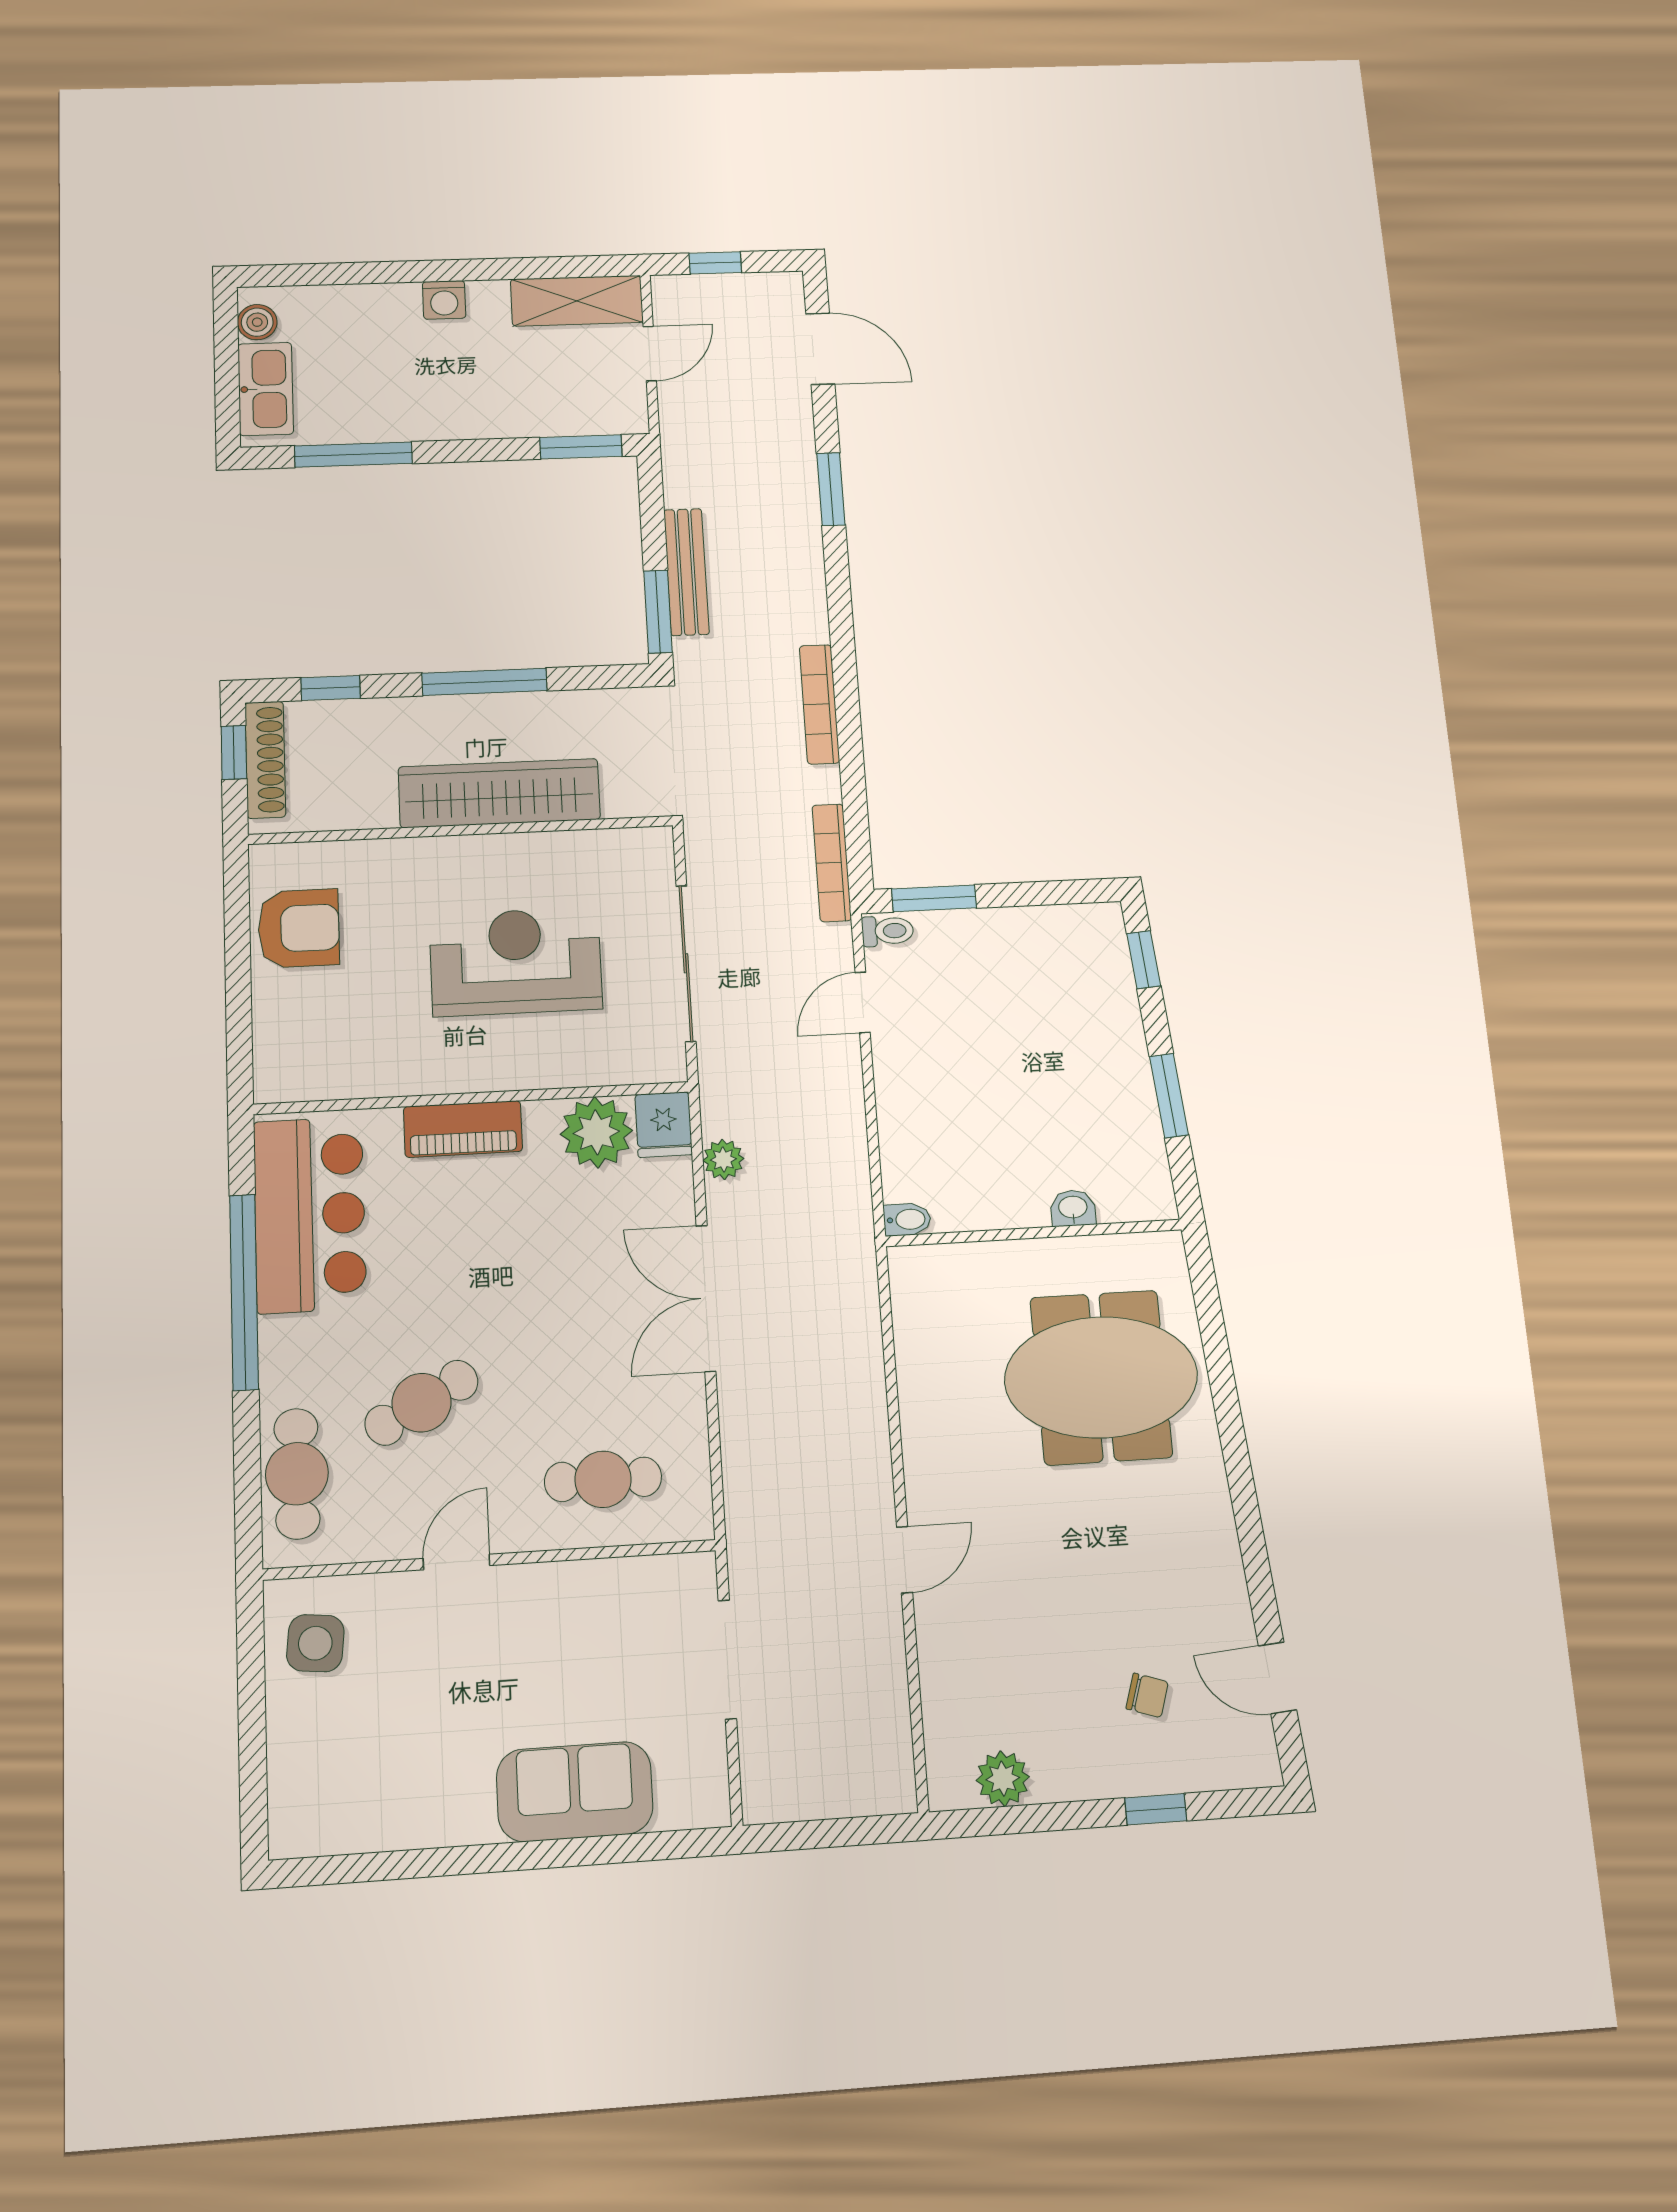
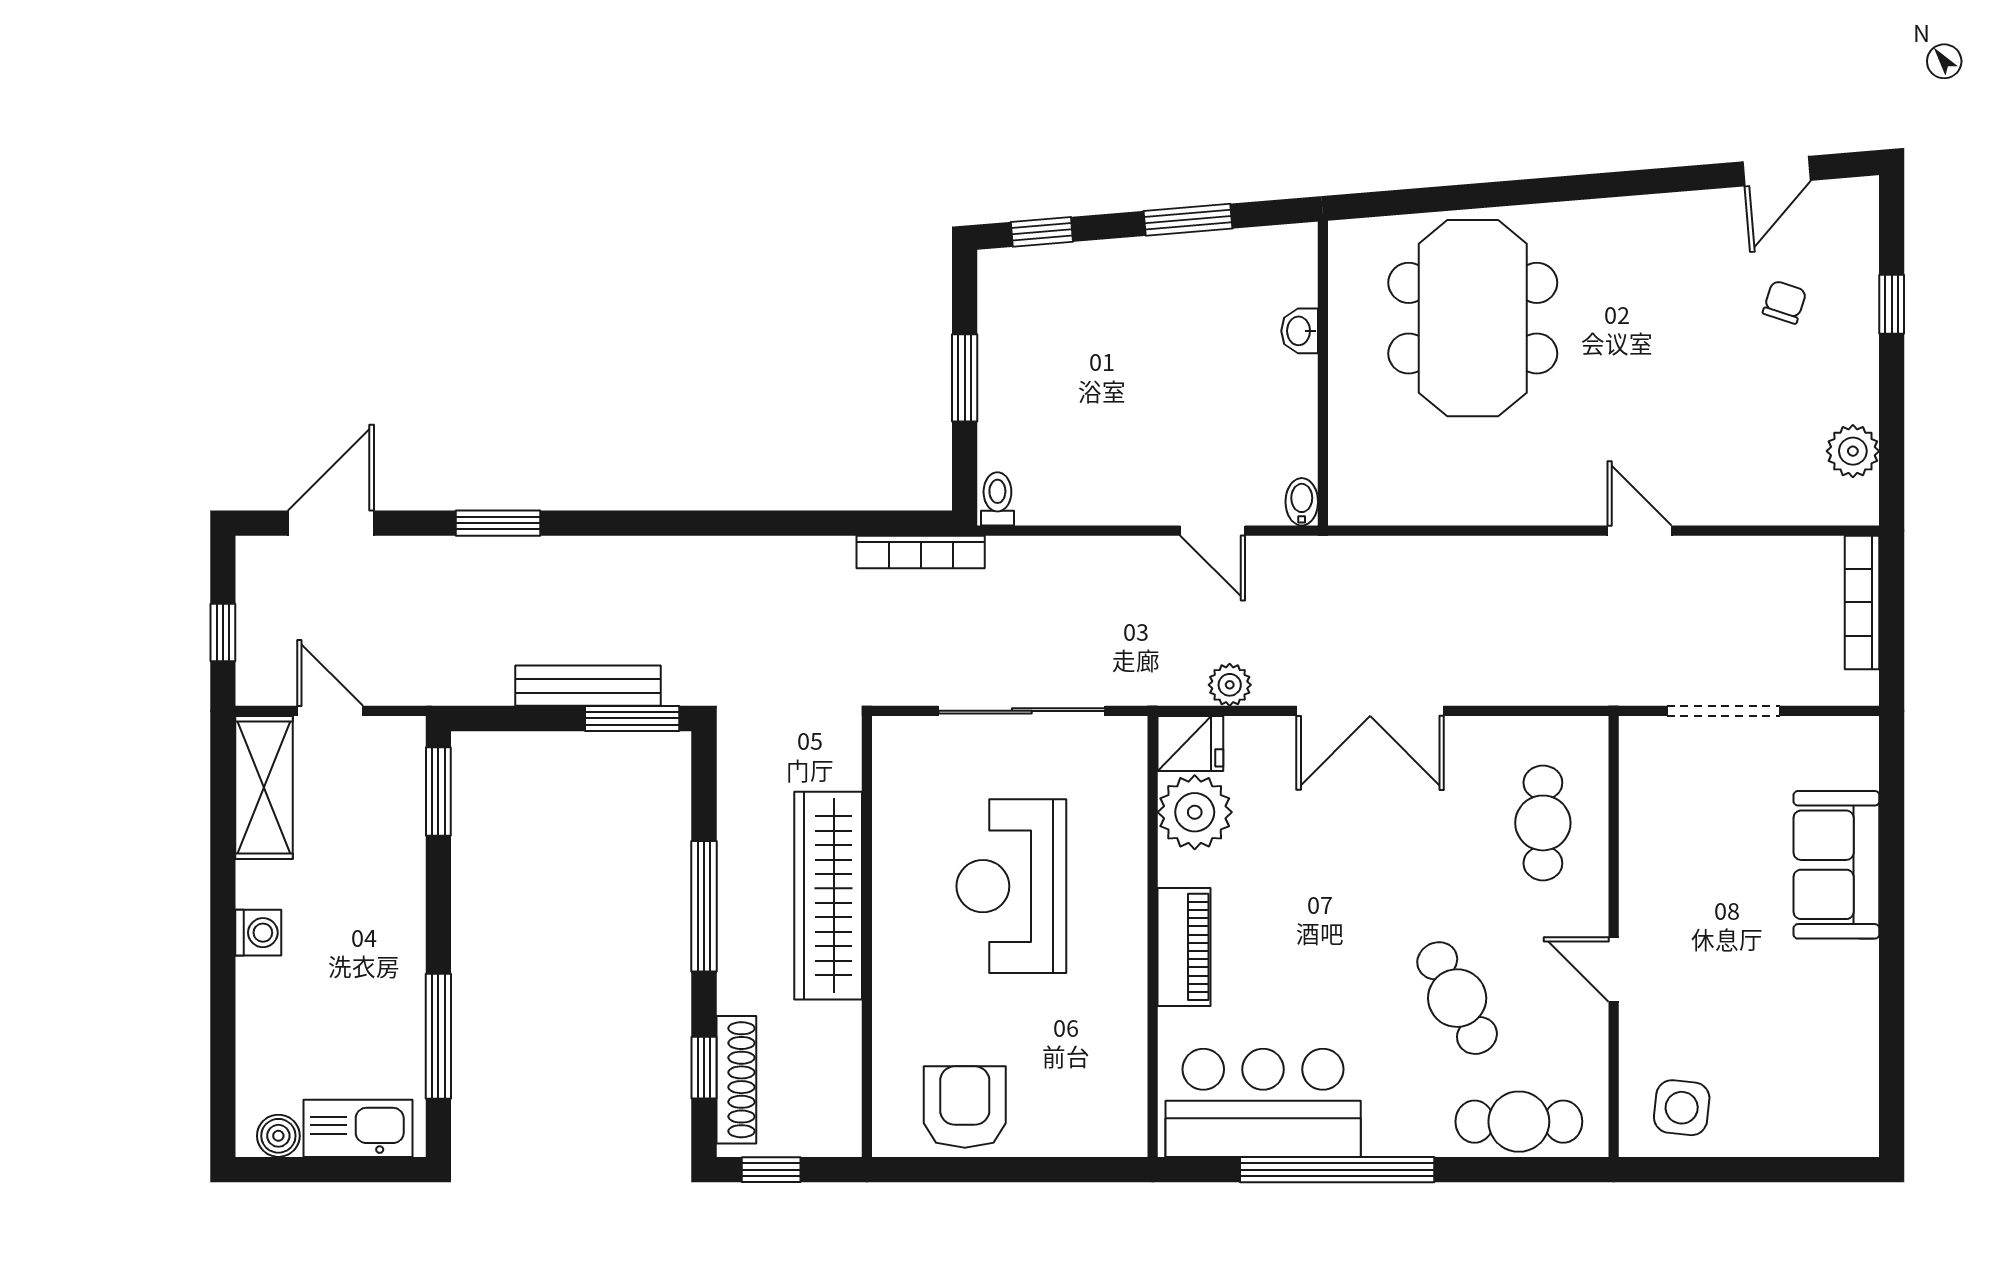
bookcase: (819, 704) -> (1862, 602), moved, turned 90
shoe rack: (265, 760) -> (736, 1080), moved, turned 90
window: (934, 898) -> (965, 378), moved
door: (863, 1002) -> (1213, 531), moved

